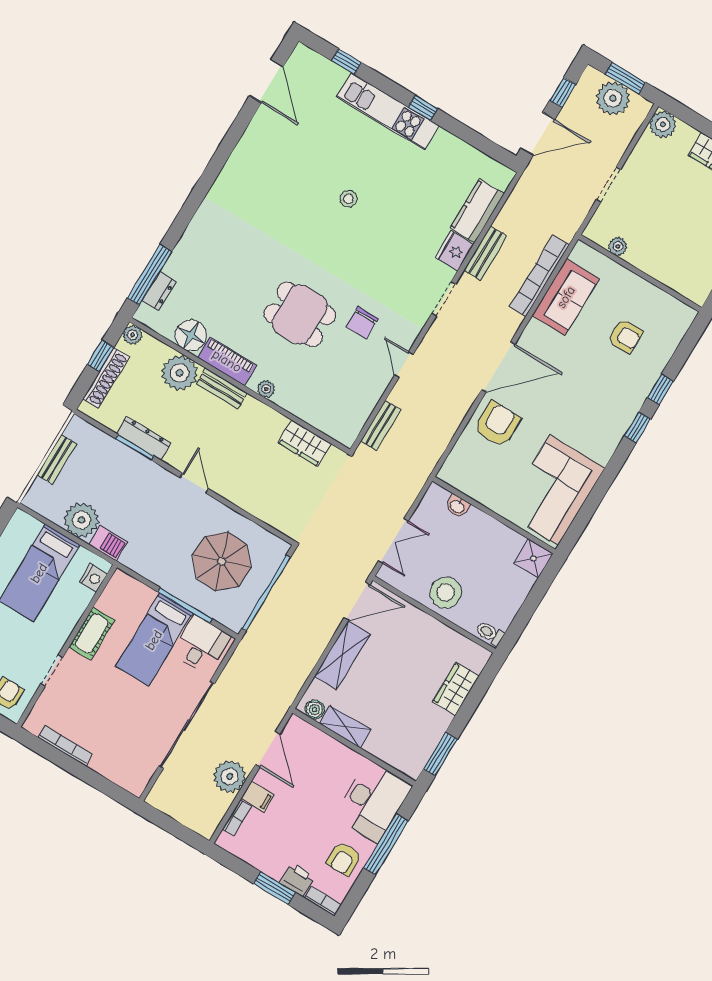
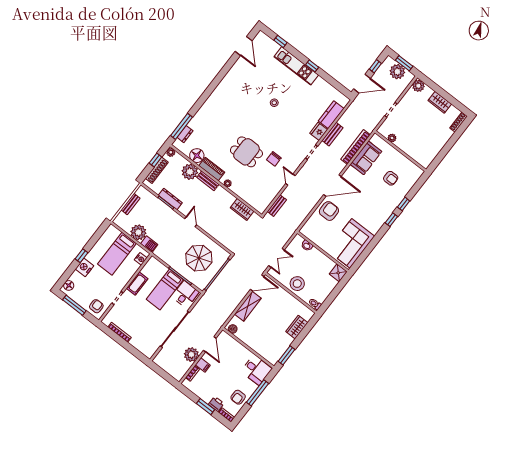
shelving: (345, 727) -> (245, 338), removed
desk: (373, 802) -> (256, 370), width x0.73

